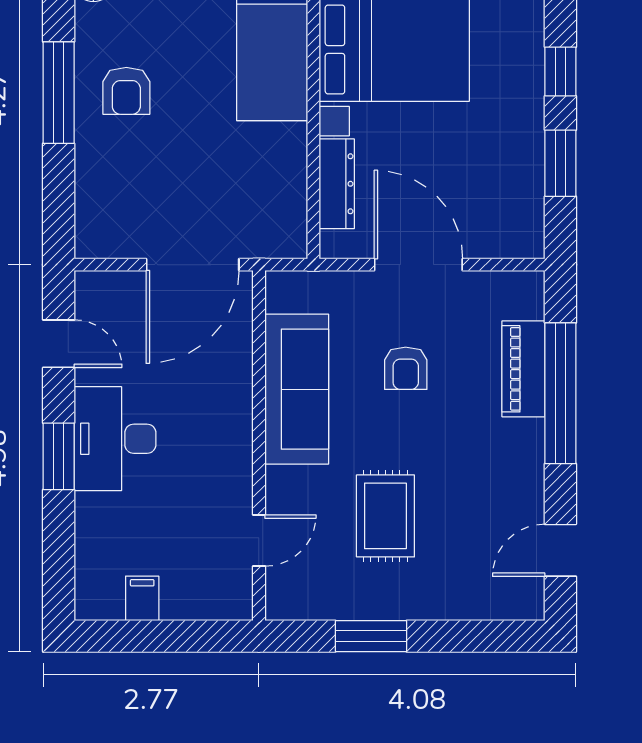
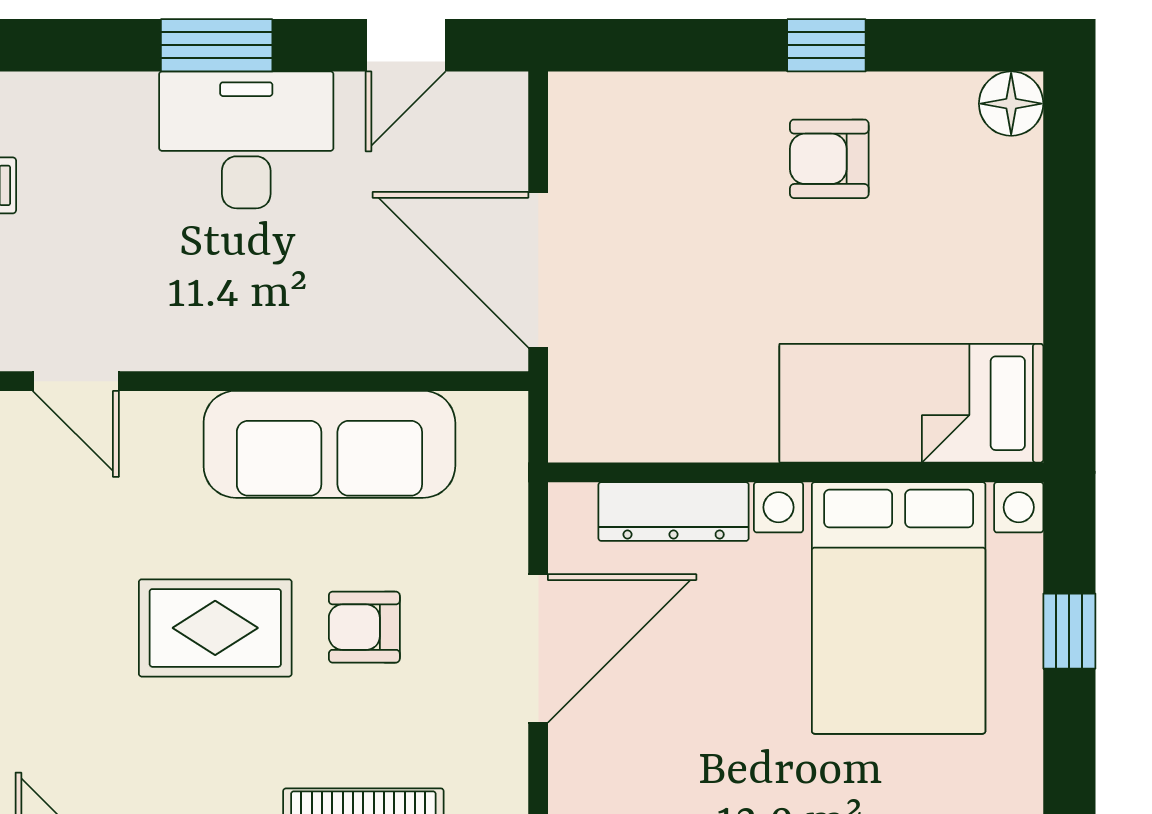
window: (59, 93) -> (826, 45), width x0.46
rug: (385, 516) -> (215, 628), moved

